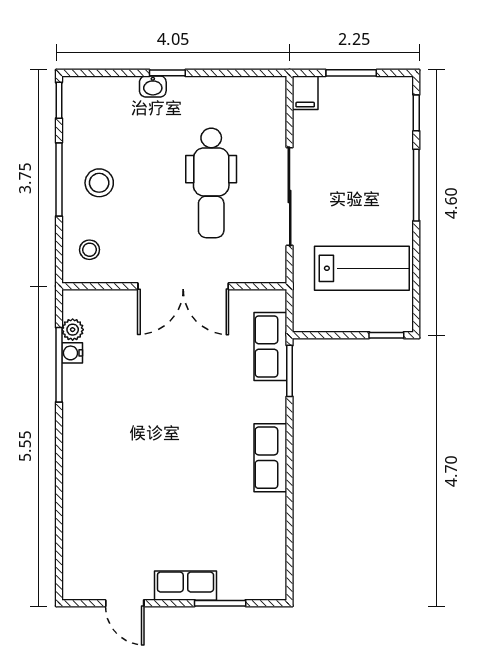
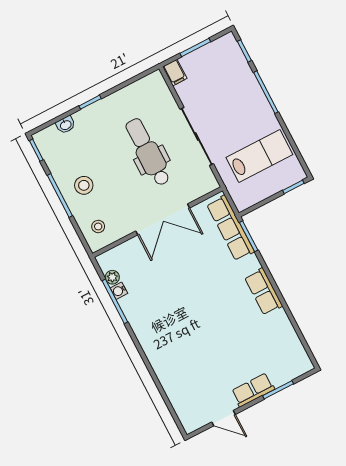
washbasin: (153, 86) -> (66, 125), moved
dental chair: (211, 183) -> (148, 152), turned 180
row of seats: (270, 347) -> (230, 228), width x1.48

